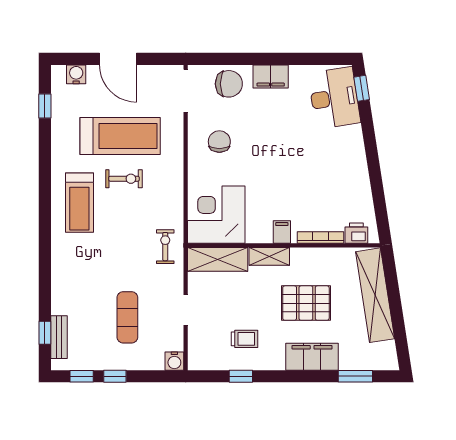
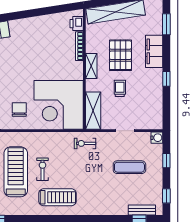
chair: (219, 142) -> (19, 110), turned 90
corner desk: (216, 215) -> (59, 105), width x1.36, depth x1.36
filing cabinet: (282, 232) -> (76, 70), removed
shelving: (269, 256) -> (91, 66), moved
trolley: (244, 339) -> (120, 88), moved
window: (115, 376) -> (166, 161), moved
window: (241, 376) -> (166, 79), moved

